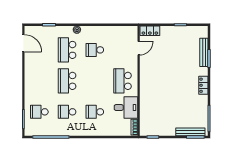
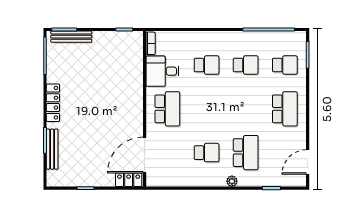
door: (23, 43) -> (308, 162), hinge flipped
door: (139, 48) -> (145, 155), width x1.88
school desk: (67, 81) -> (285, 109), moved
locker: (203, 85) -> (53, 103), width x1.53

